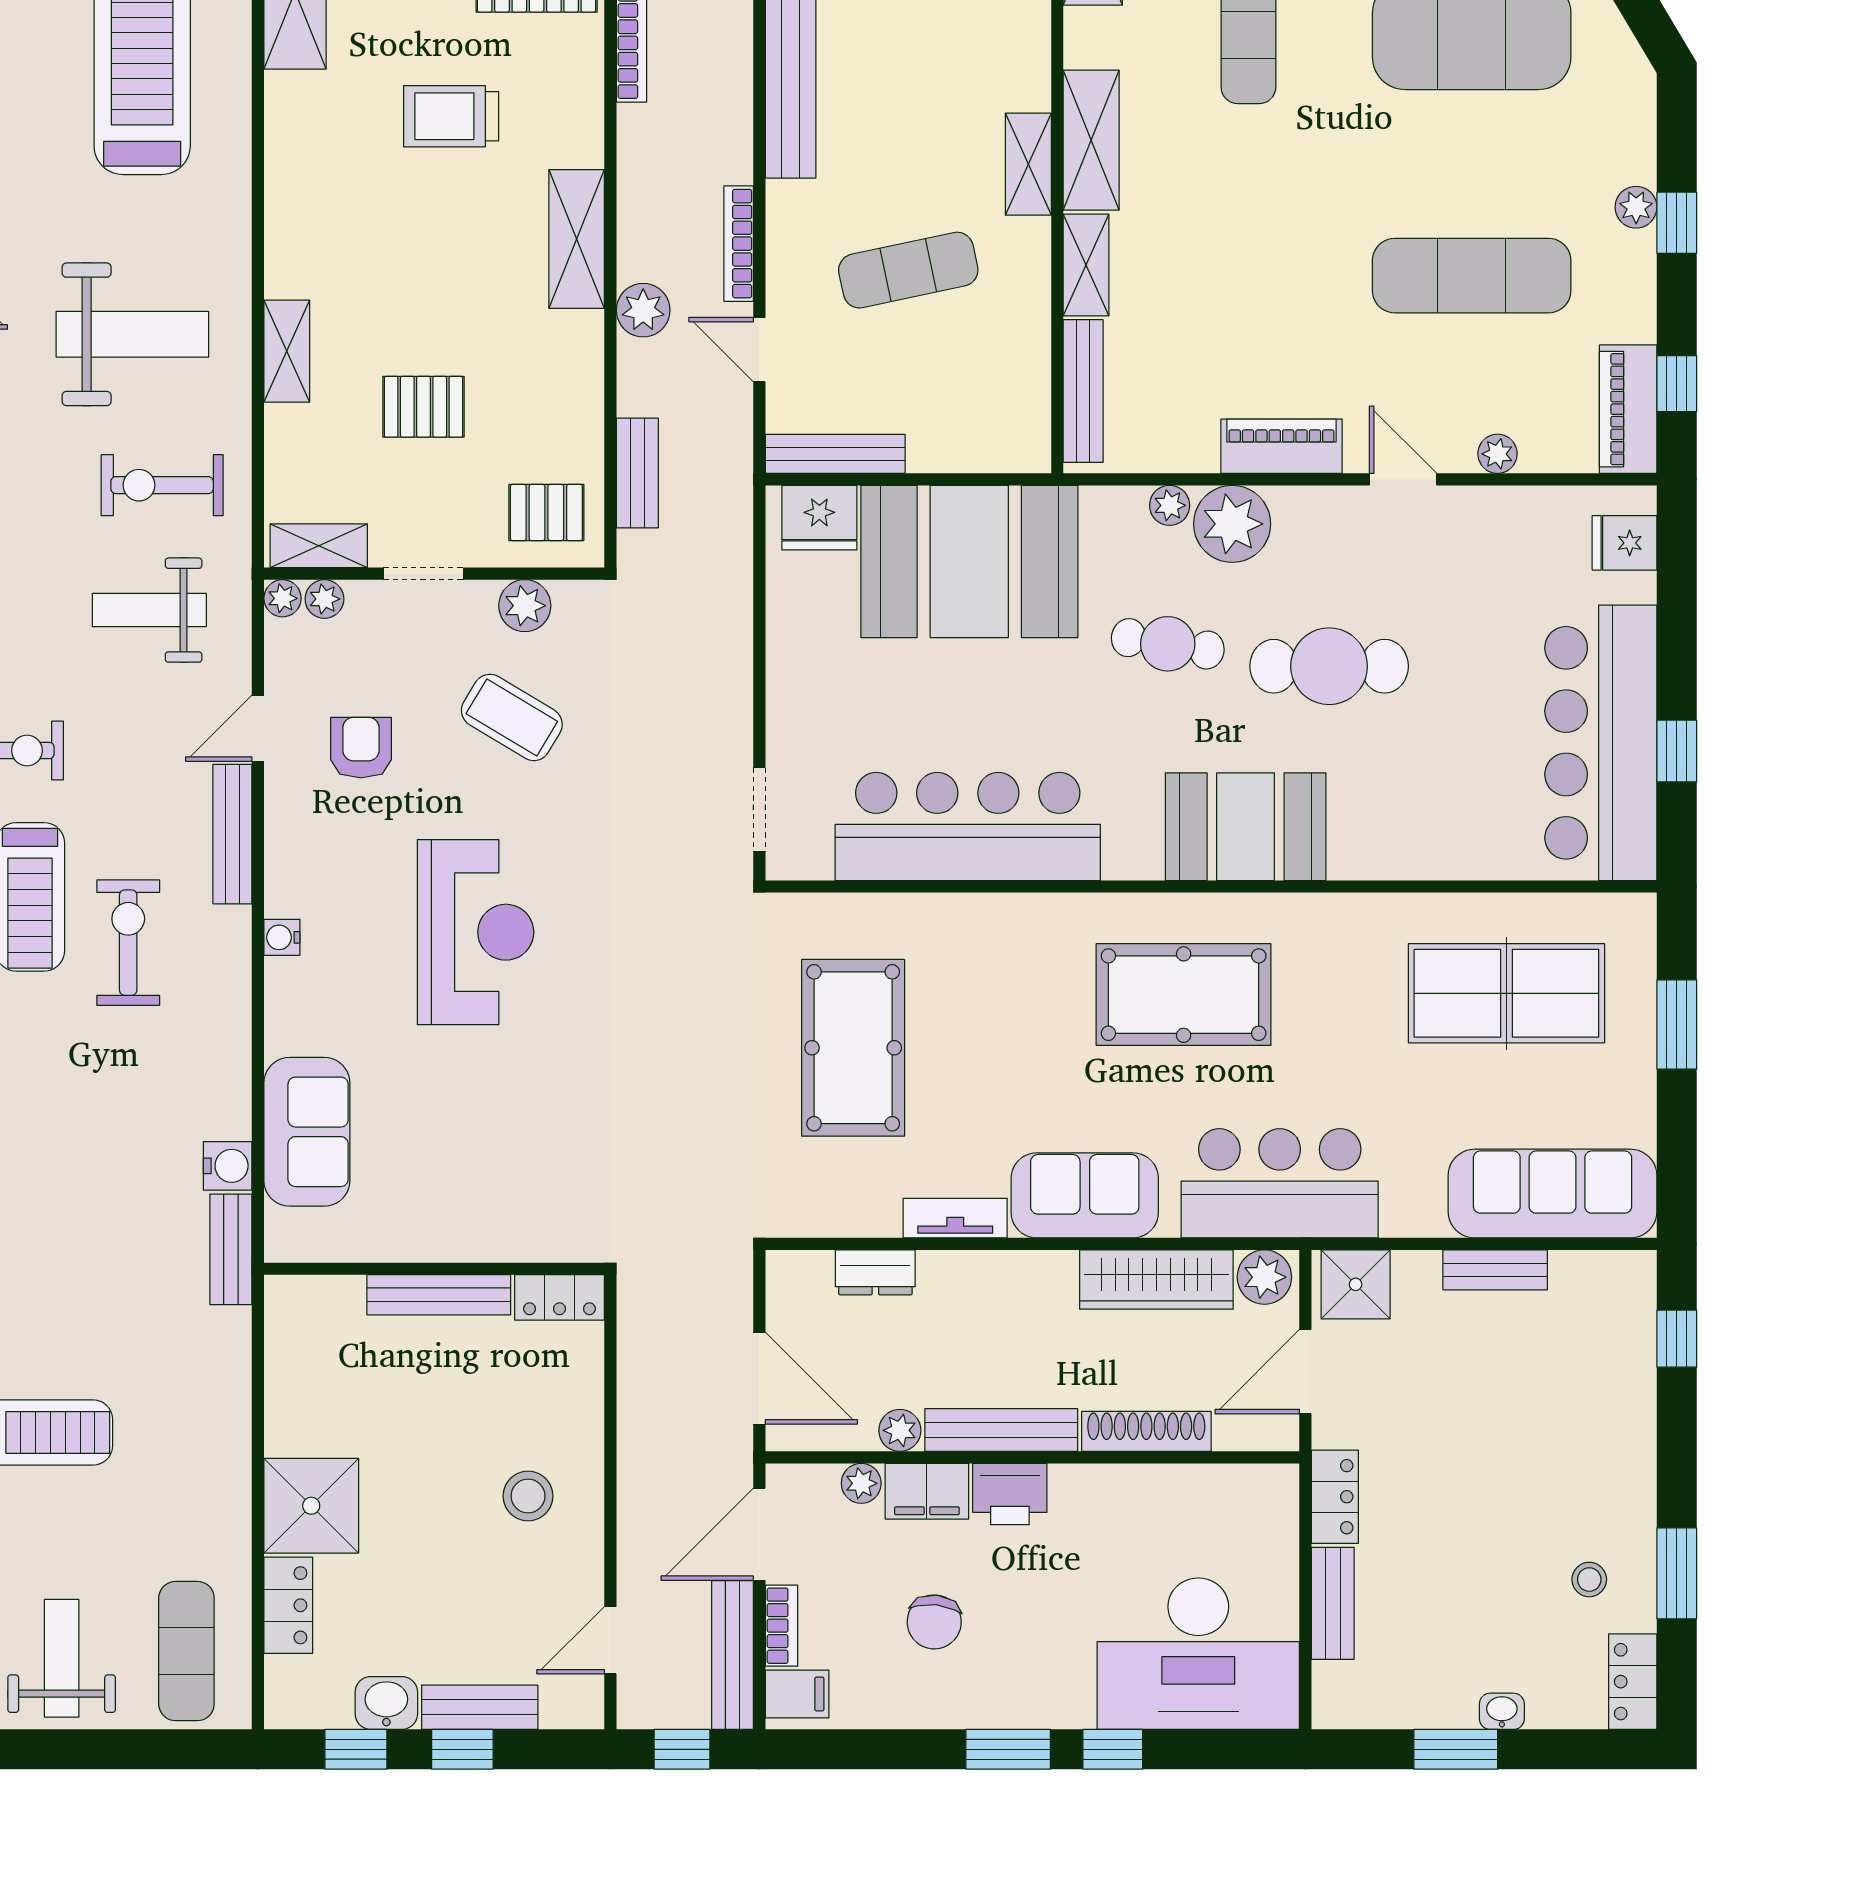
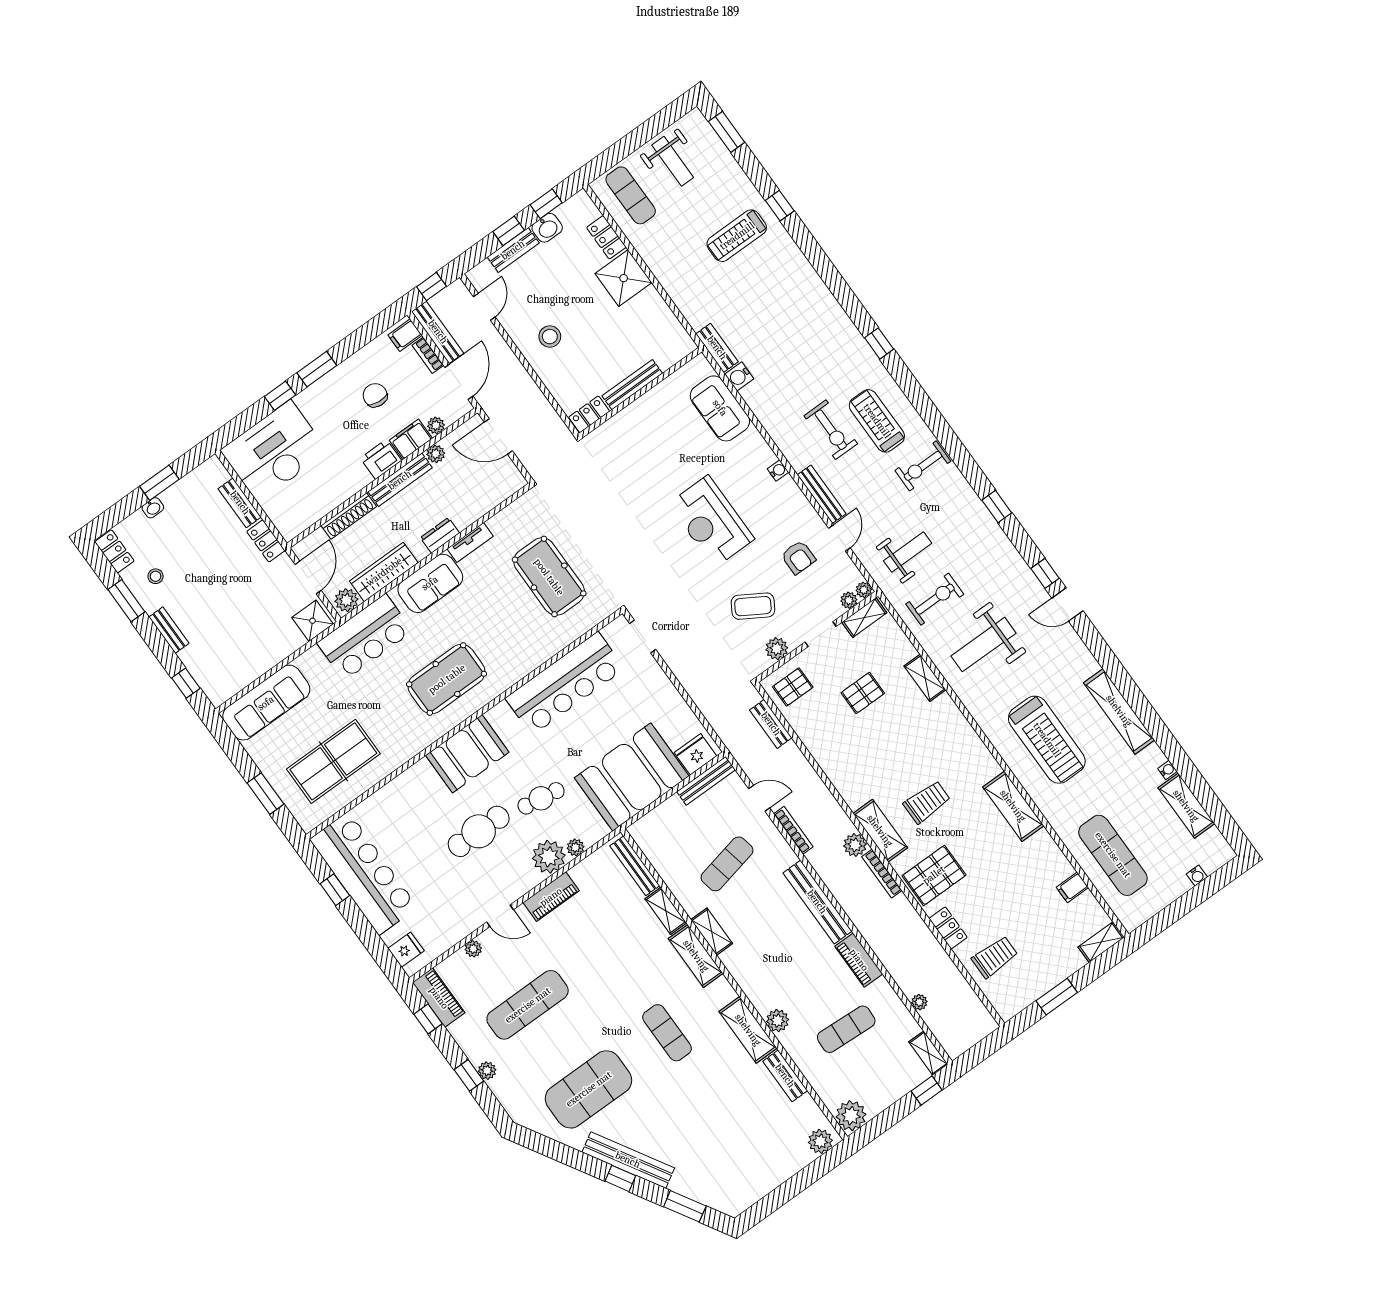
shelving: (577, 239) -> (880, 831), moved
plant: (643, 310) -> (855, 845), moved
bench: (1495, 1270) -> (169, 630), moved, turned 90
dresser: (875, 1272) -> (440, 535), moved

